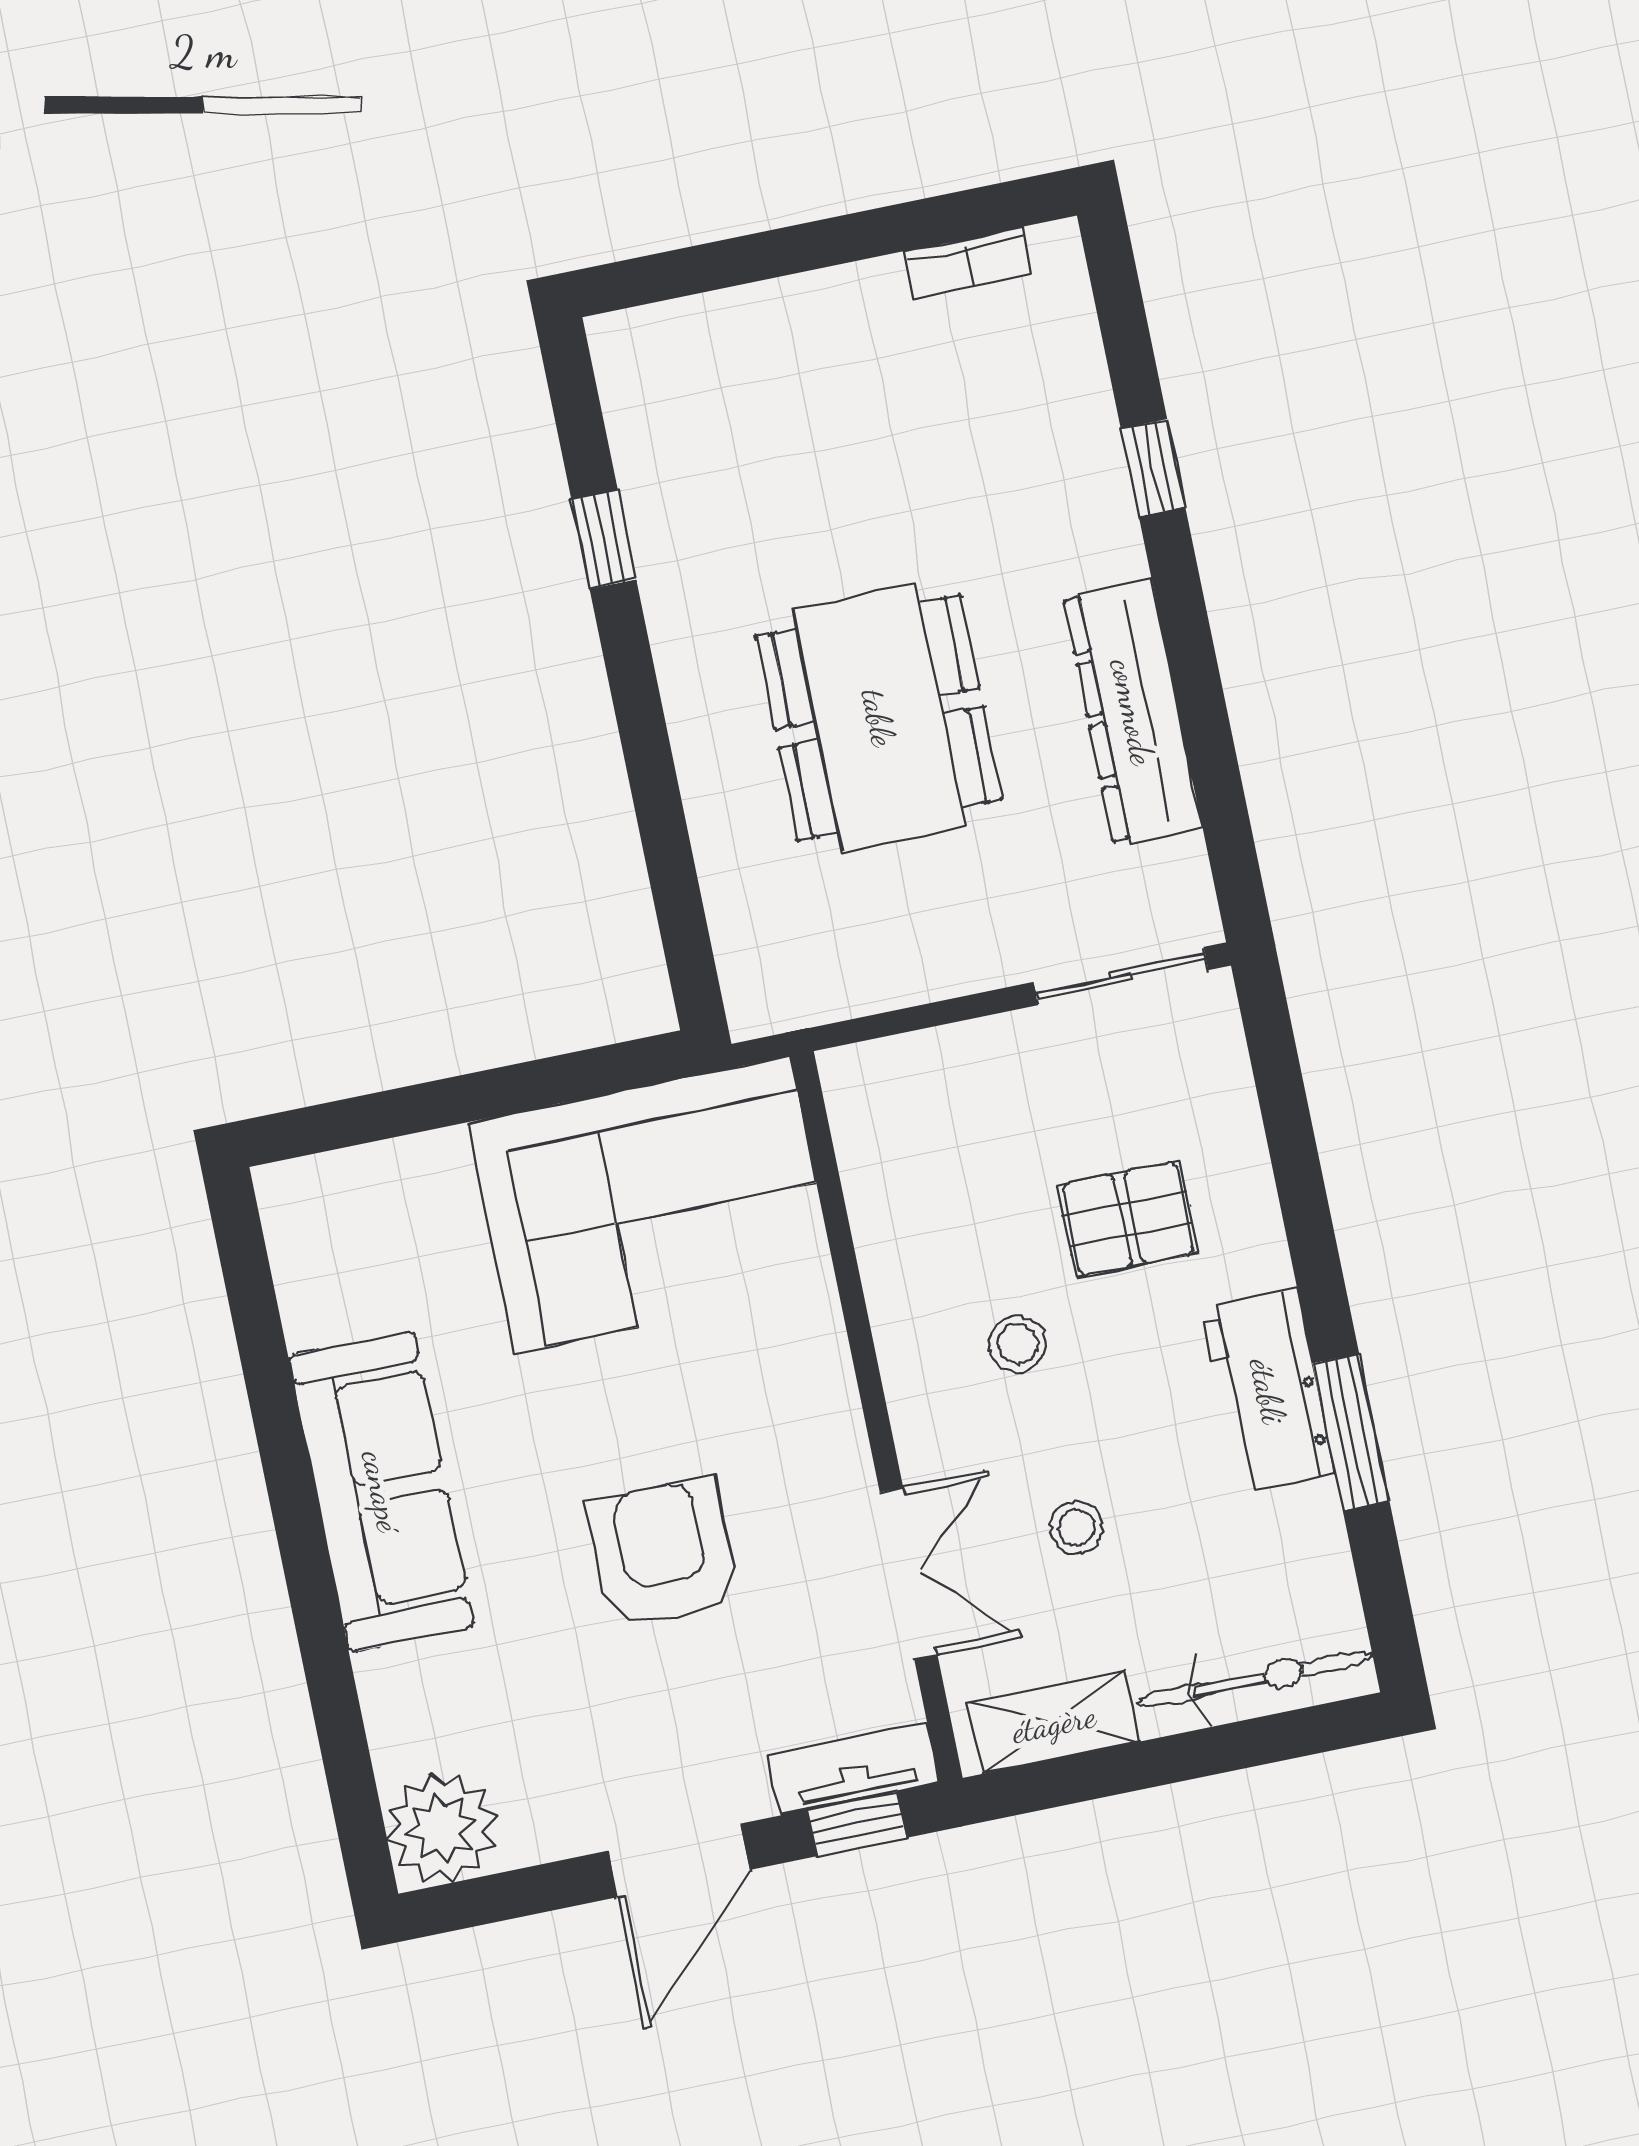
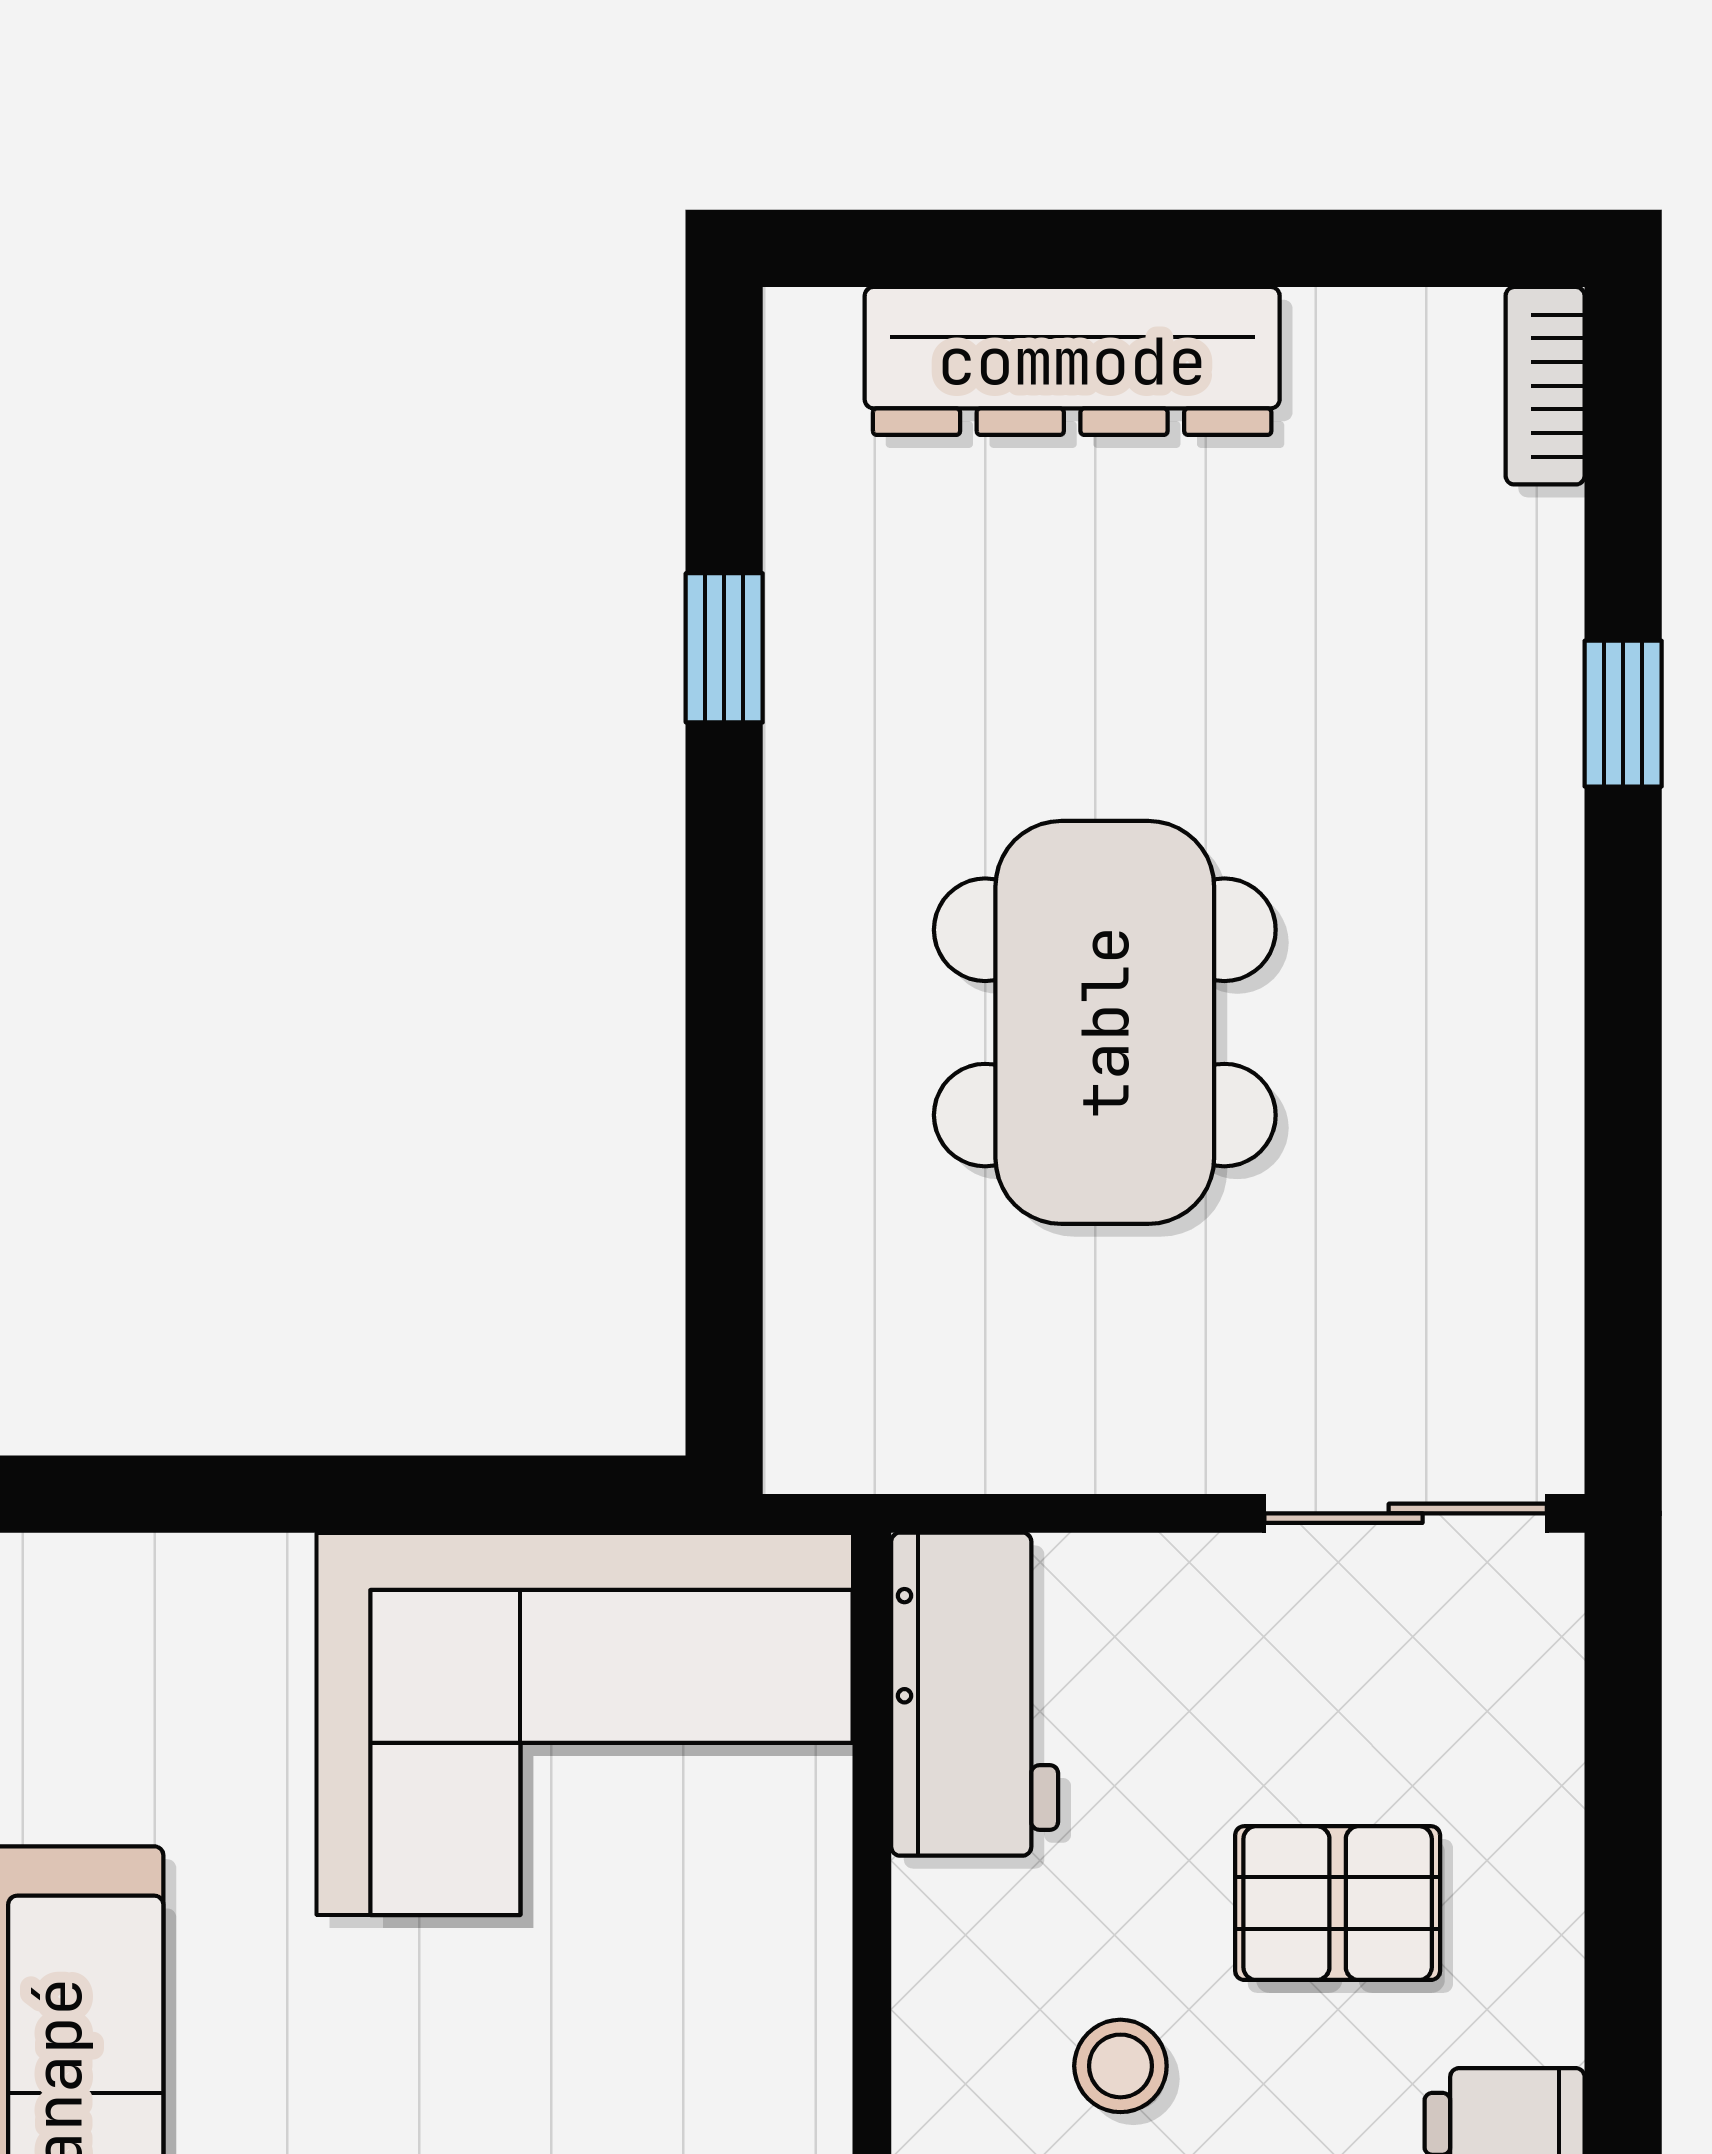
bookcase: (968, 263) -> (1545, 386), moved, turned 90
dresser: (1133, 712) -> (1072, 361), moved, turned -90
workbench: (884, 1138) -> (975, 1694), added

